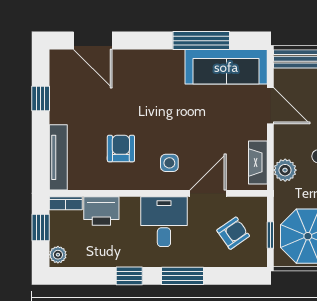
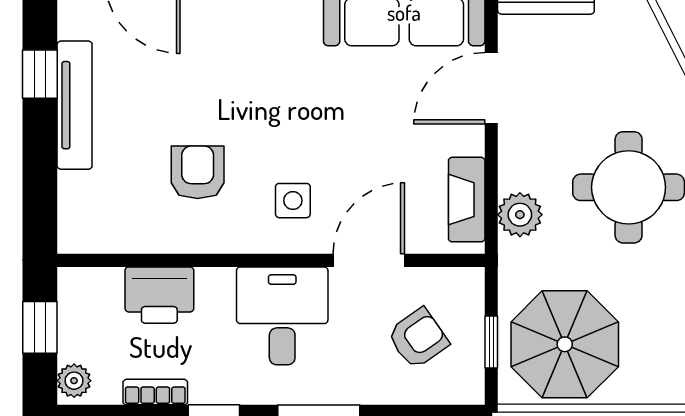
door: (270, 106) -> (491, 88), swing flipped
tv unit: (58, 157) -> (75, 105), moved
bookcase: (66, 203) -> (155, 392), moved, turned 180

